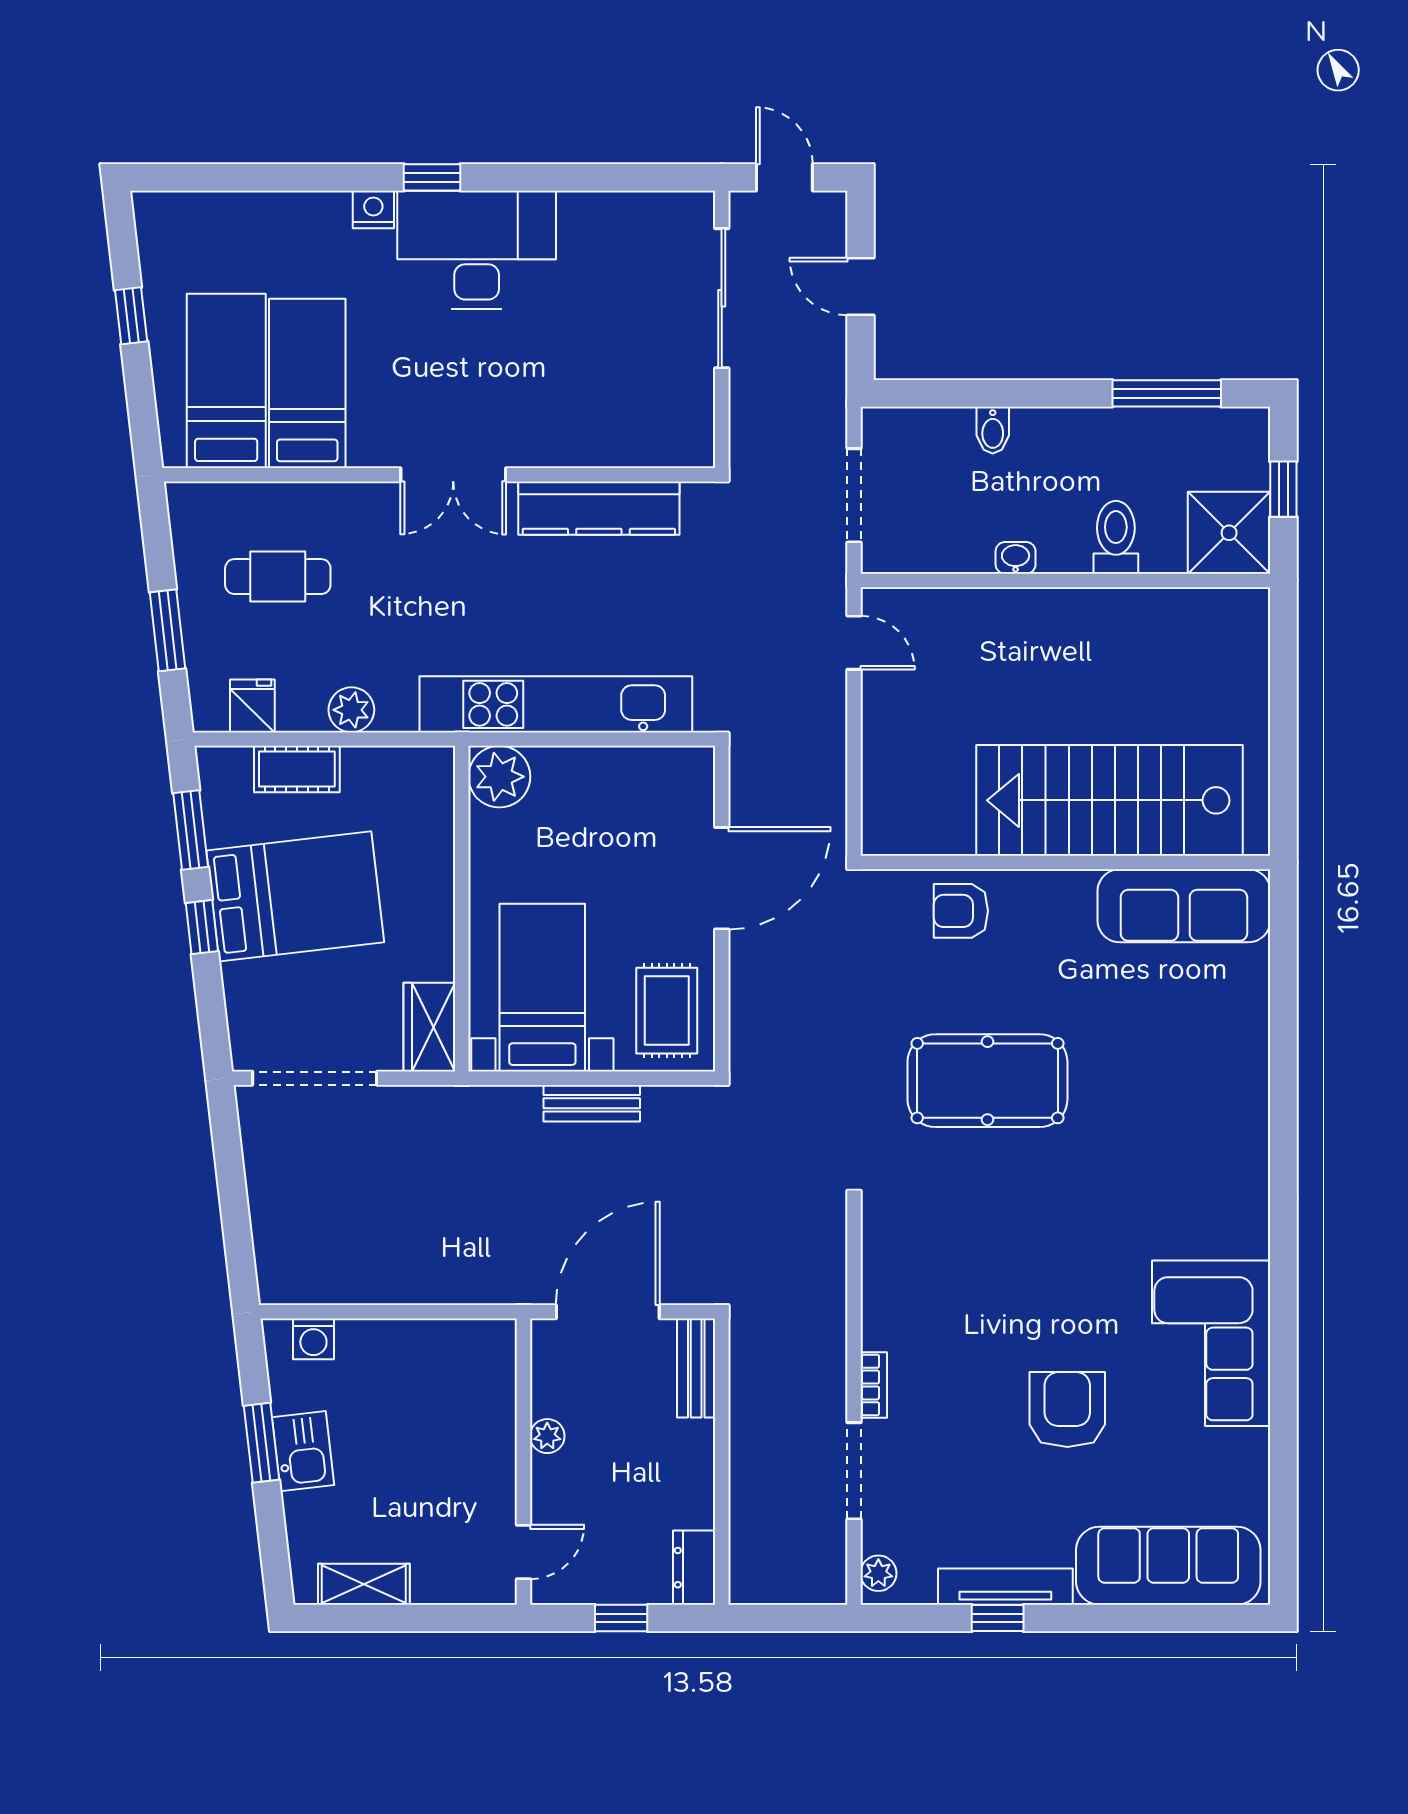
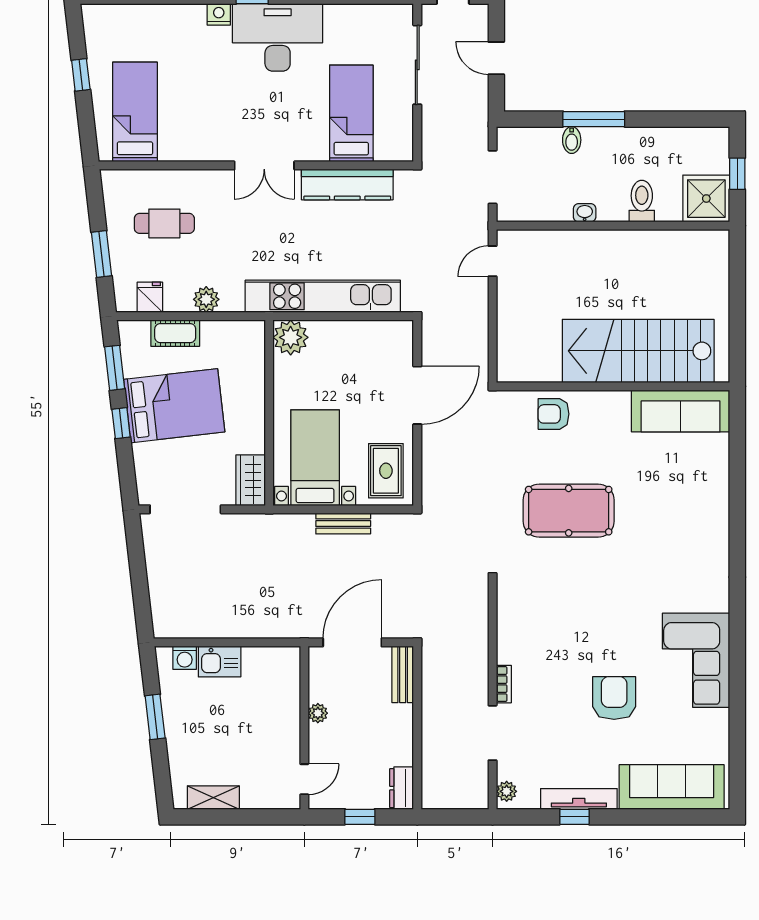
bed: (307, 383) -> (351, 113), moved
window: (1167, 393) -> (594, 119), moved
door: (854, 643) -> (493, 261), swing flipped
kitchen sink: (303, 1451) -> (220, 662), moved, turned 97

